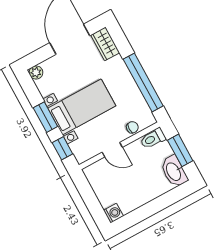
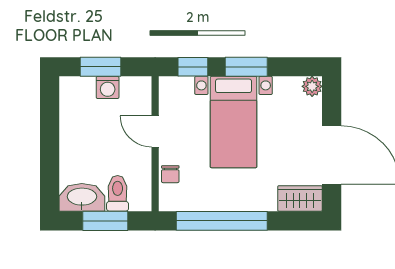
toilet: (153, 138) -> (118, 193), moved
door: (112, 150) -> (155, 132), hinge flipped
window: (92, 202) -> (101, 67), added
washing machine: (113, 213) -> (108, 87), moved

